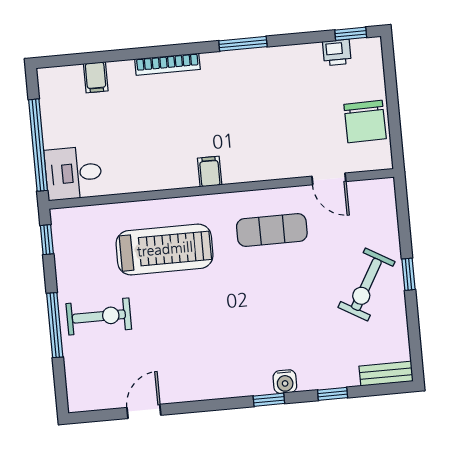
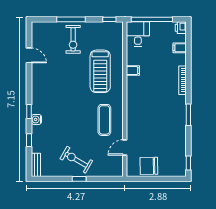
printer: (337, 52) -> (181, 28), moved
filing cabinet: (210, 172) -> (133, 71), moved

